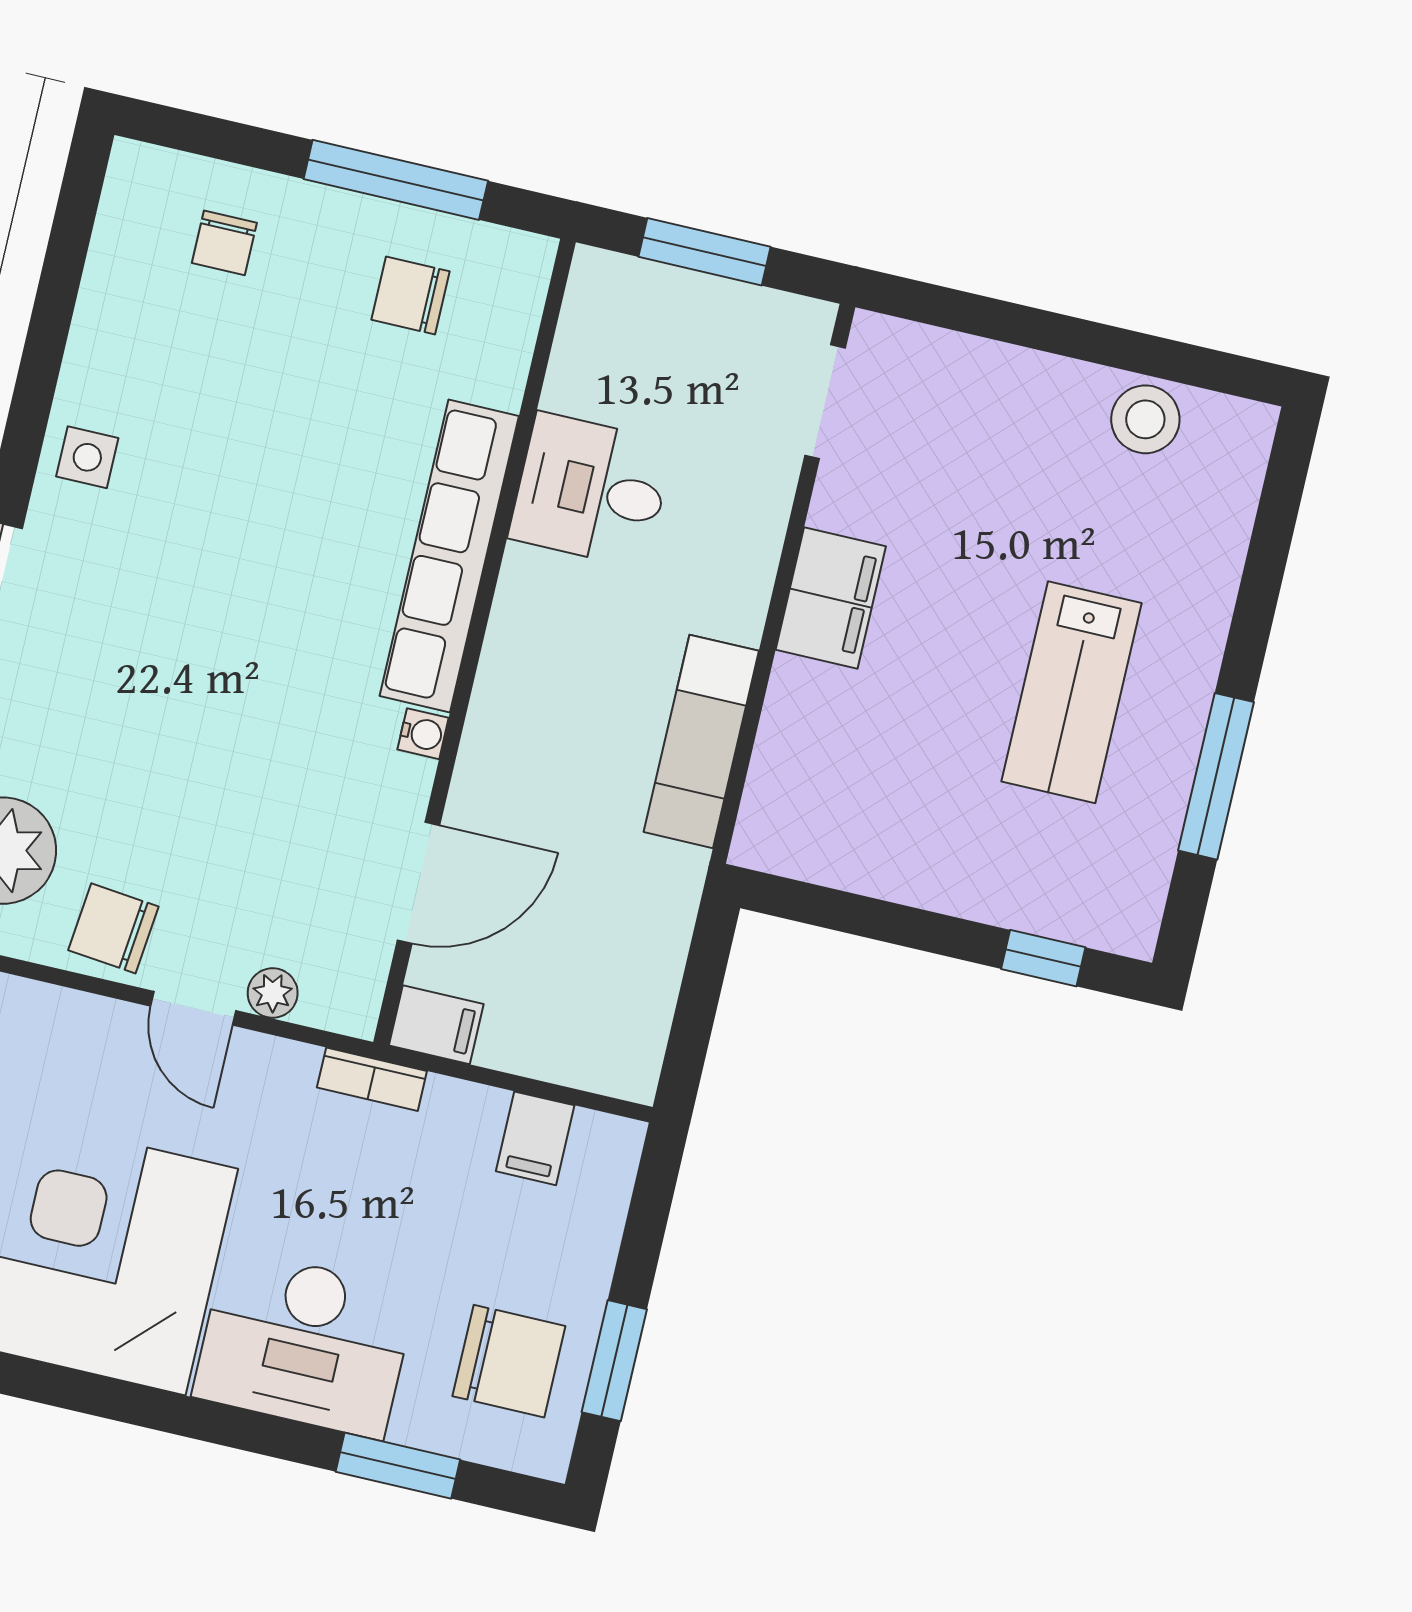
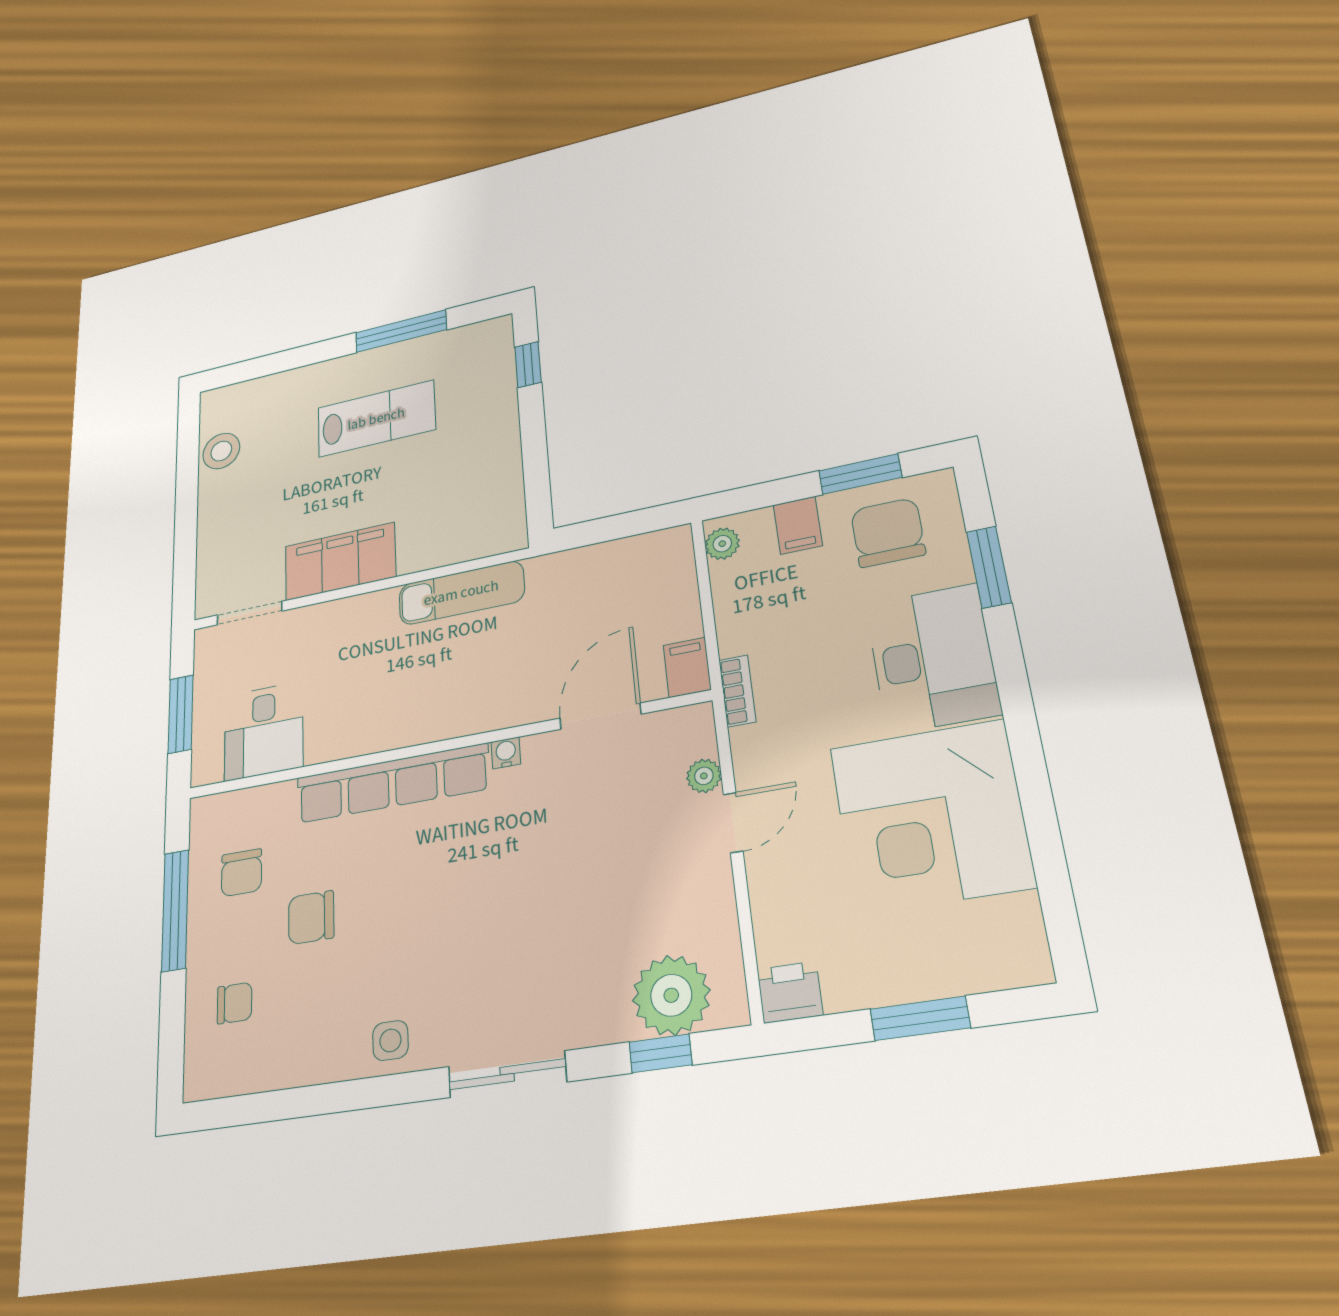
desk: (591, 490) -> (264, 731), moved
filing cabinet: (831, 598) -> (340, 561), width x1.50, depth x1.17
door: (419, 883) -> (600, 716), hinge flipped
chair: (113, 928) -> (311, 918), moved, turned 84
filing cabinet: (535, 1138) -> (798, 525), moved, turned 90
plant: (599, 1138) -> (722, 544), added

